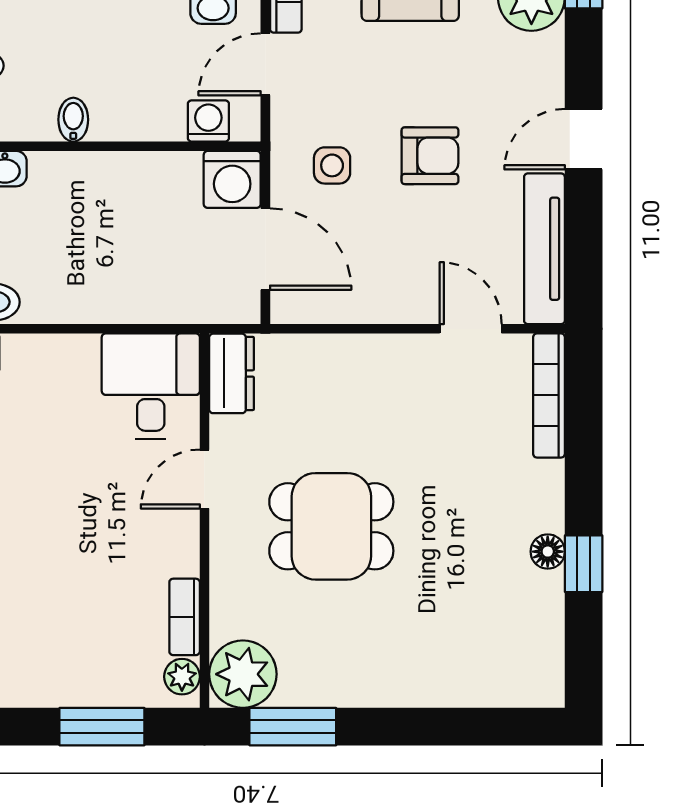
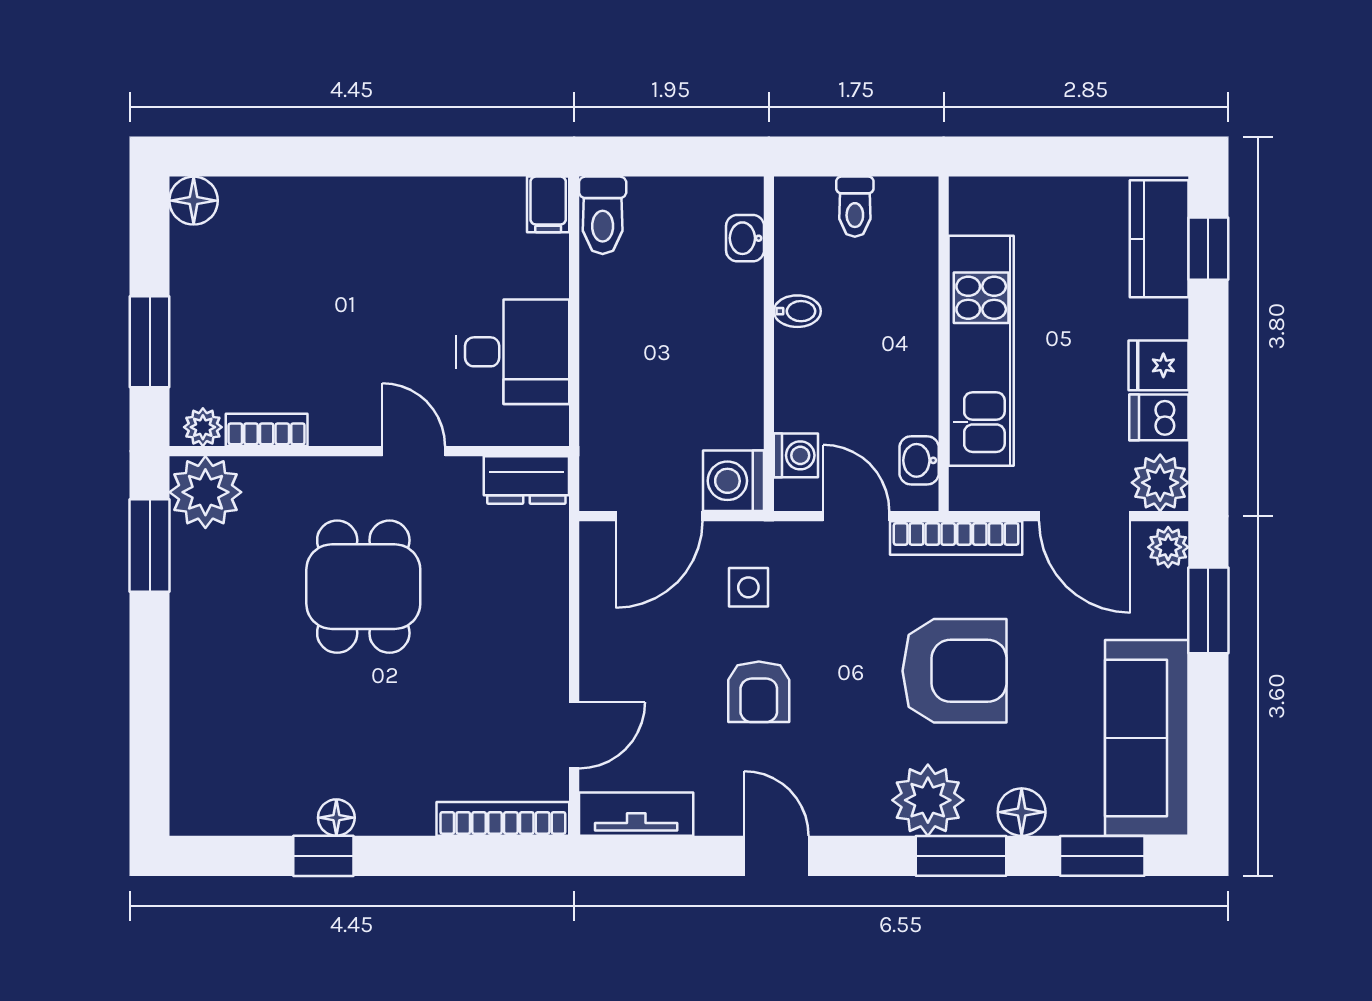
tv unit: (544, 249) -> (636, 814), width x0.71
desk: (151, 386) -> (513, 352), moved

